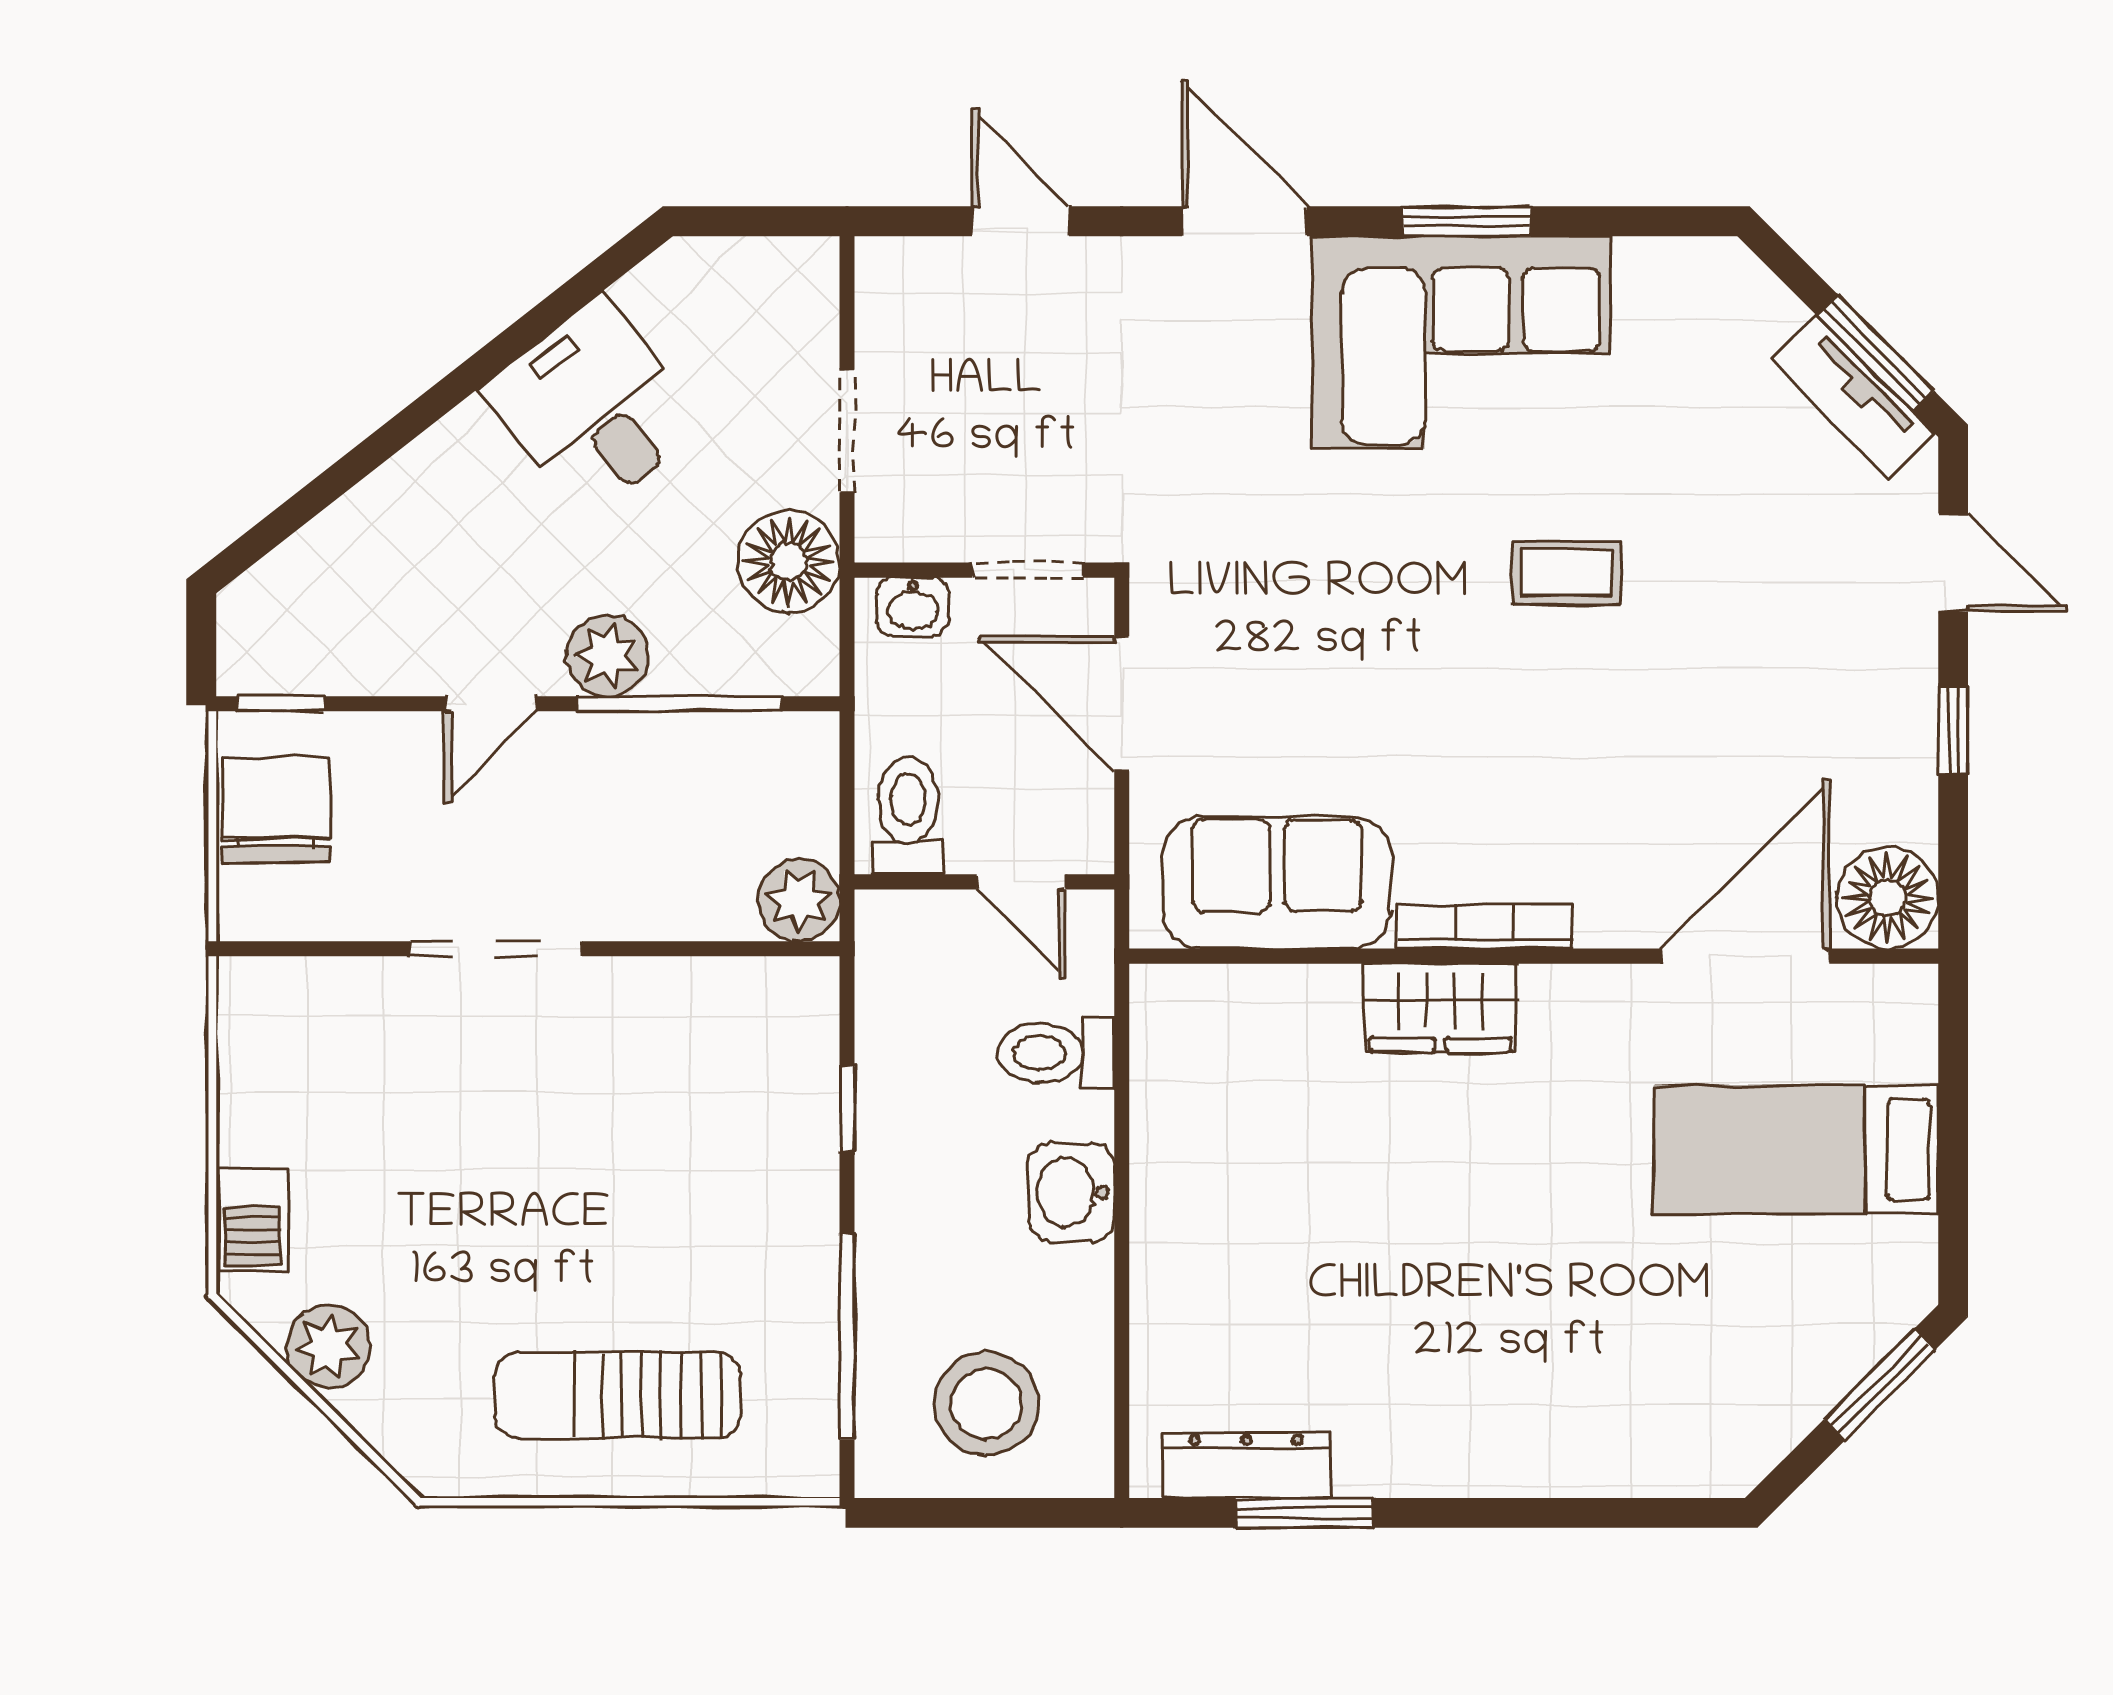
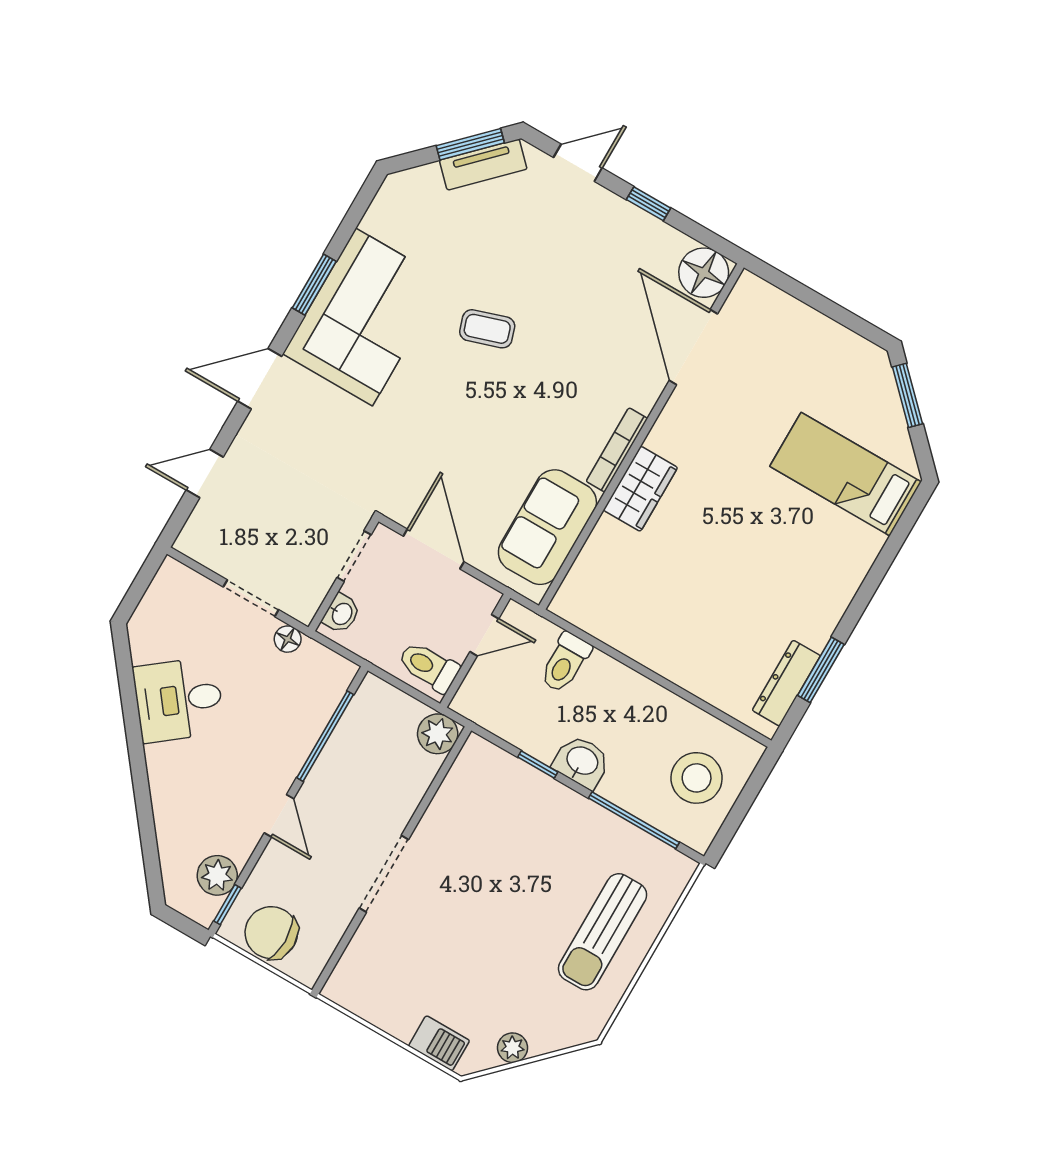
floor lamp: (789, 562) -> (288, 639), width x0.53, depth x0.53
coffee table: (1566, 573) -> (487, 329), turned 72
plant: (608, 656) -> (217, 875), moved
door: (1122, 704) -> (434, 549), swing flipped
bed: (1796, 1150) -> (846, 474), moved, turned 90
washbasin: (1071, 1192) -> (582, 762), moved, turned 180
plant: (328, 1347) -> (513, 1048), width x0.73, depth x0.73

